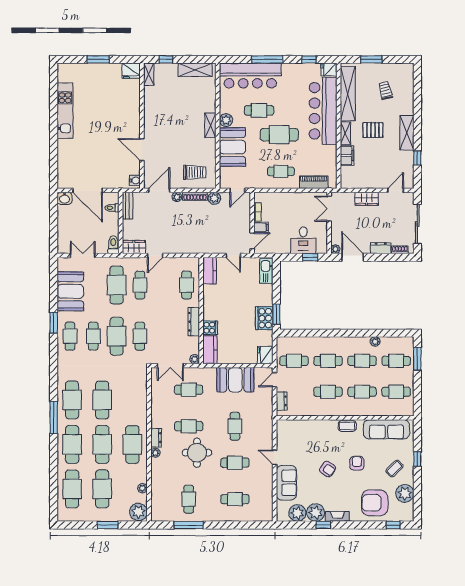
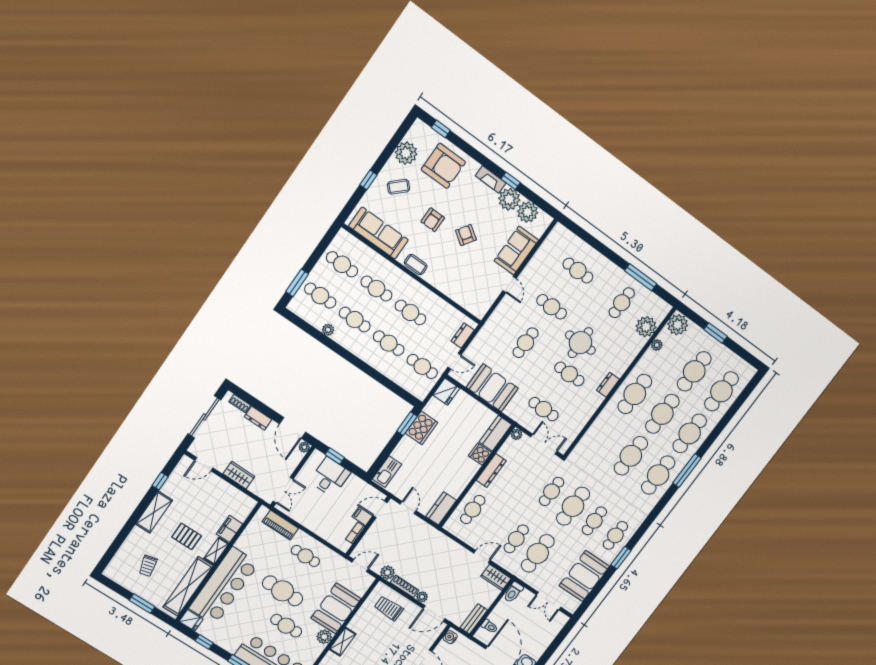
plant: (155, 453) -> (646, 327), moved, width x1.87, depth x1.87

